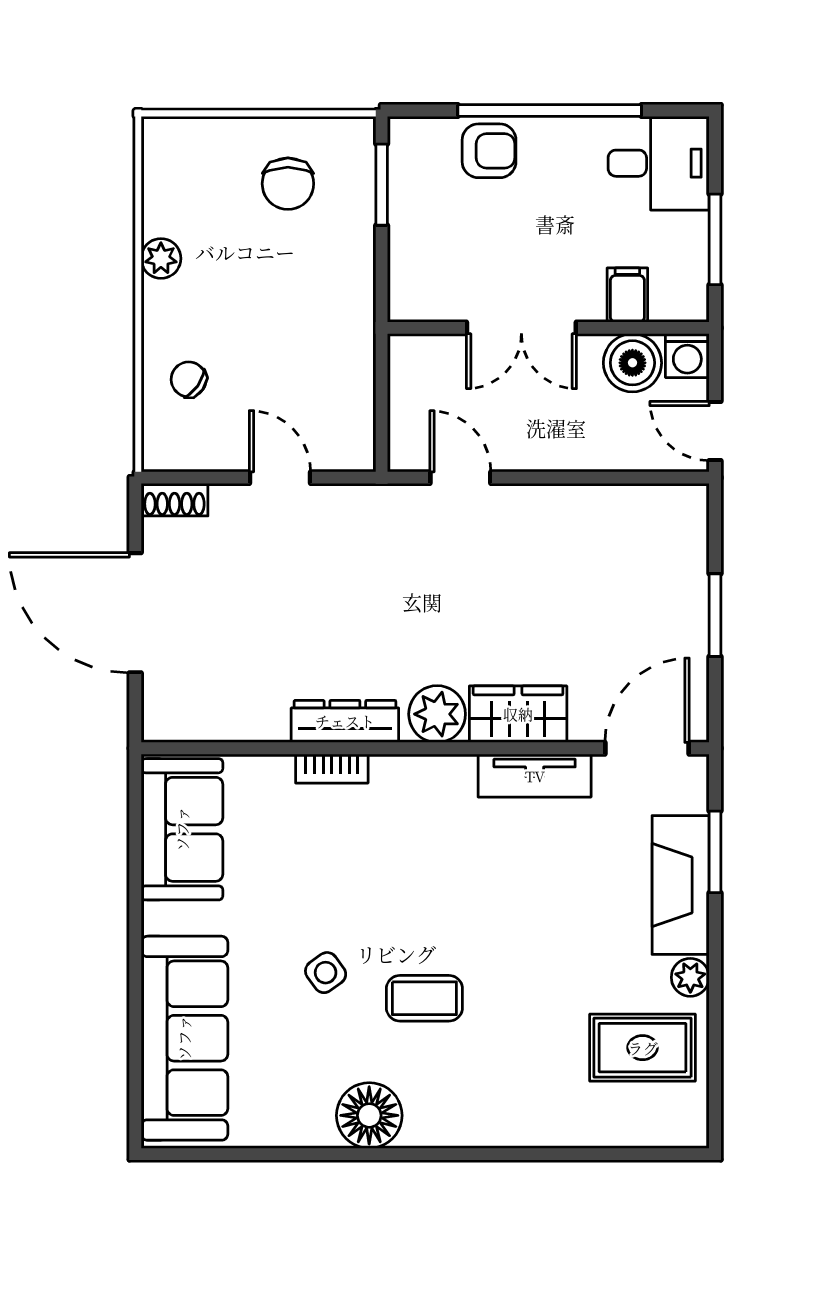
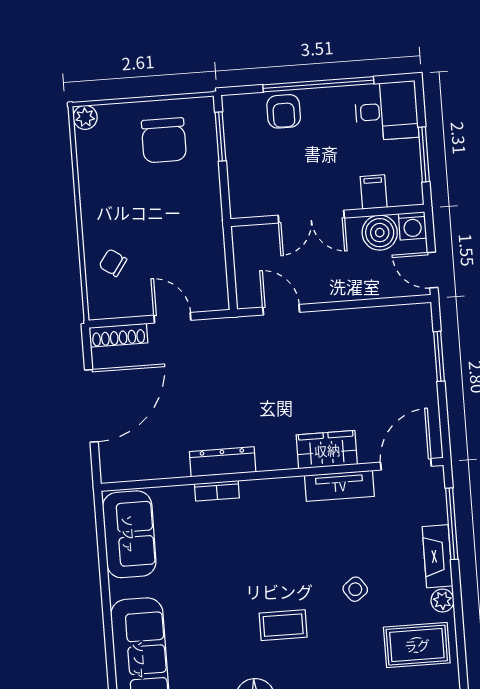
armchair: (489, 151) -> (284, 111), turned 90
chair: (288, 184) -> (164, 140), width x1.37, depth x1.37
plant: (161, 258) -> (85, 117), moved
shoe rack: (174, 500) -> (118, 335), width x1.43
door: (135, 613) -> (91, 406), swing flipped
window: (715, 615) -> (439, 356), moved
plant: (437, 714) -> (278, 453), removed
window: (715, 852) -> (452, 524), width x1.44
fireplace: (681, 885) -> (437, 556), width x0.73, depth x0.76
side table: (326, 973) -> (355, 589), moved

